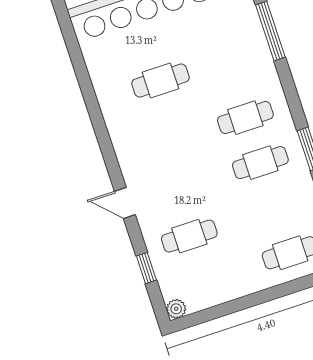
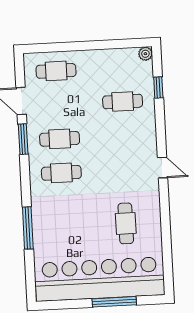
cafe table: (160, 80) -> (126, 223), moved, turned 90
door: (125, 203) -> (163, 168), moved

